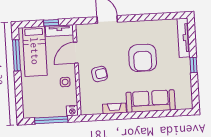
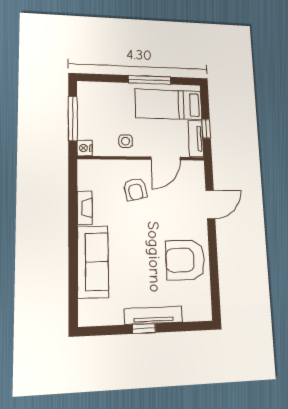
tv unit: (184, 38) -> (154, 315), moved
door: (76, 53) -> (166, 158), swing flipped
window: (16, 55) -> (150, 80), moved
armchair: (143, 58) -> (185, 260), moved

